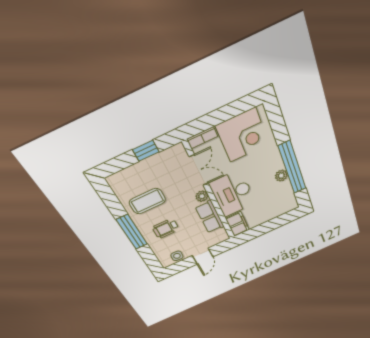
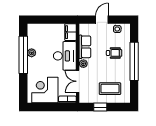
coffee table: (147, 201) -> (110, 89), moved
window: (132, 232) -> (134, 61), width x1.46

